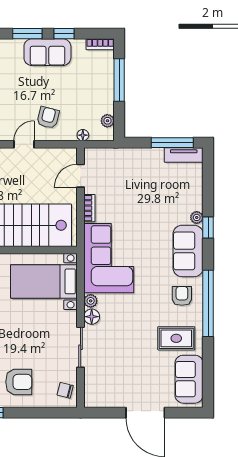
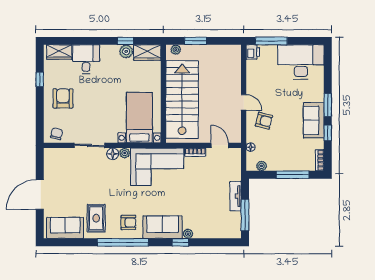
tv unit: (184, 155) -> (236, 196), moved
armchair: (19, 382) -> (63, 98), turned 180

